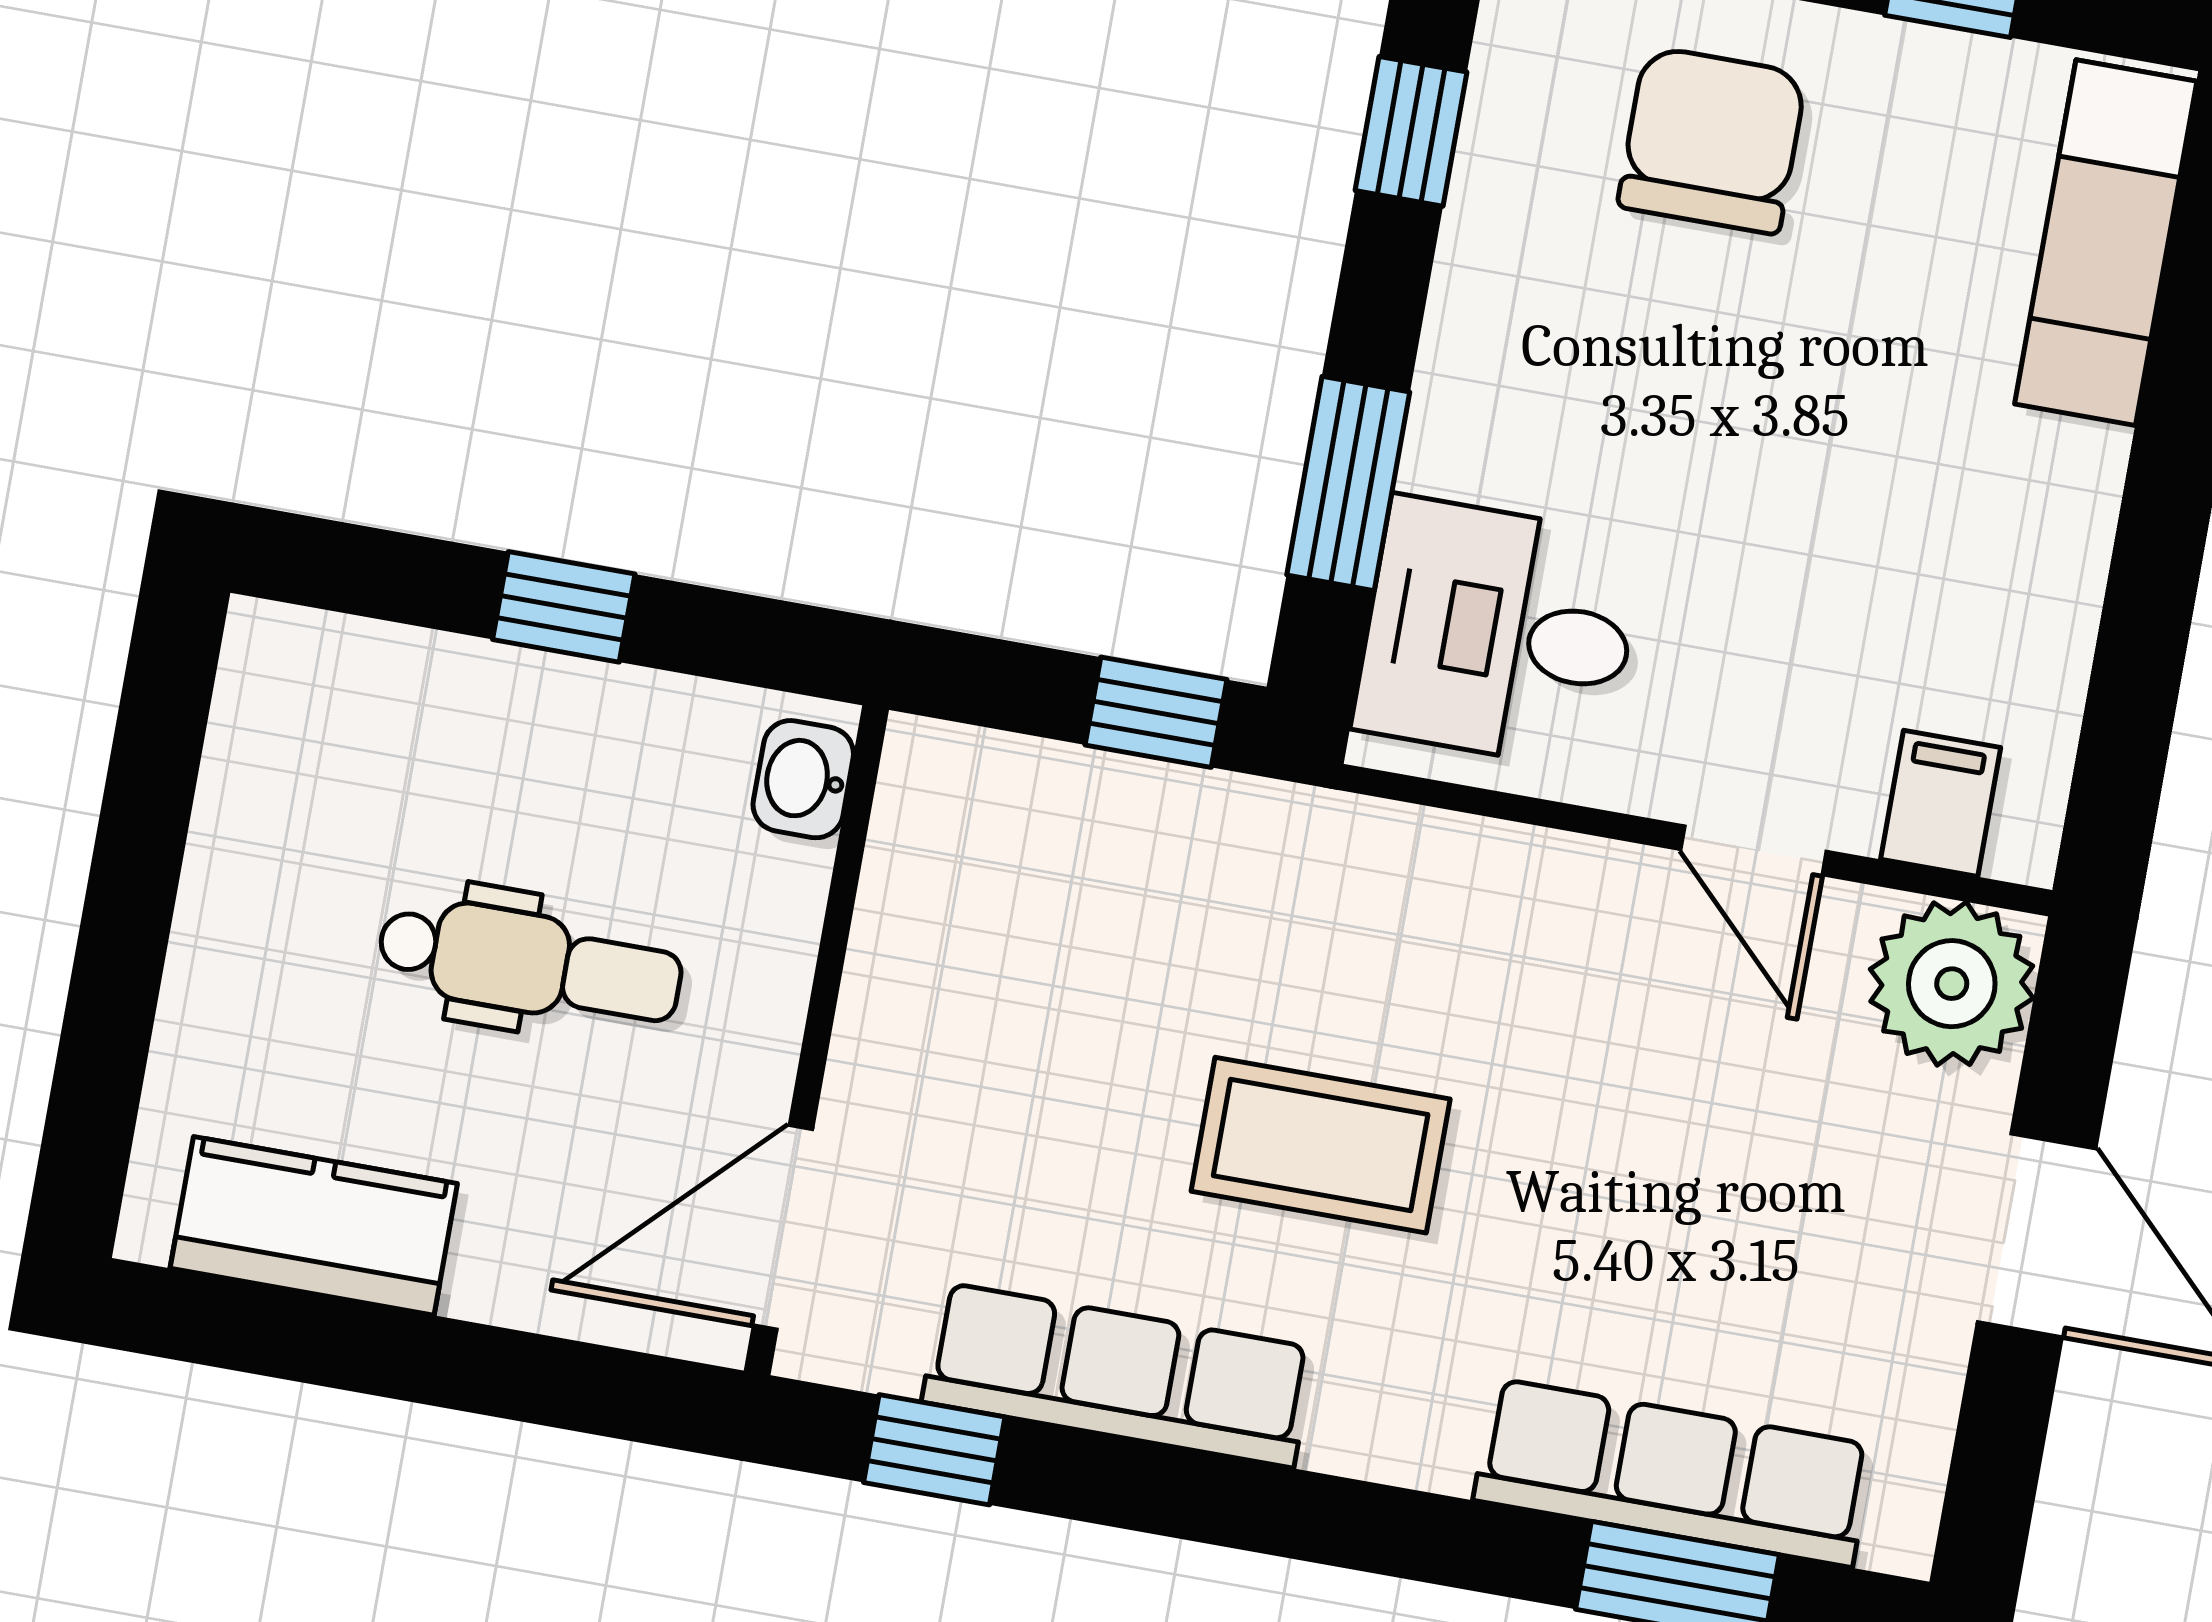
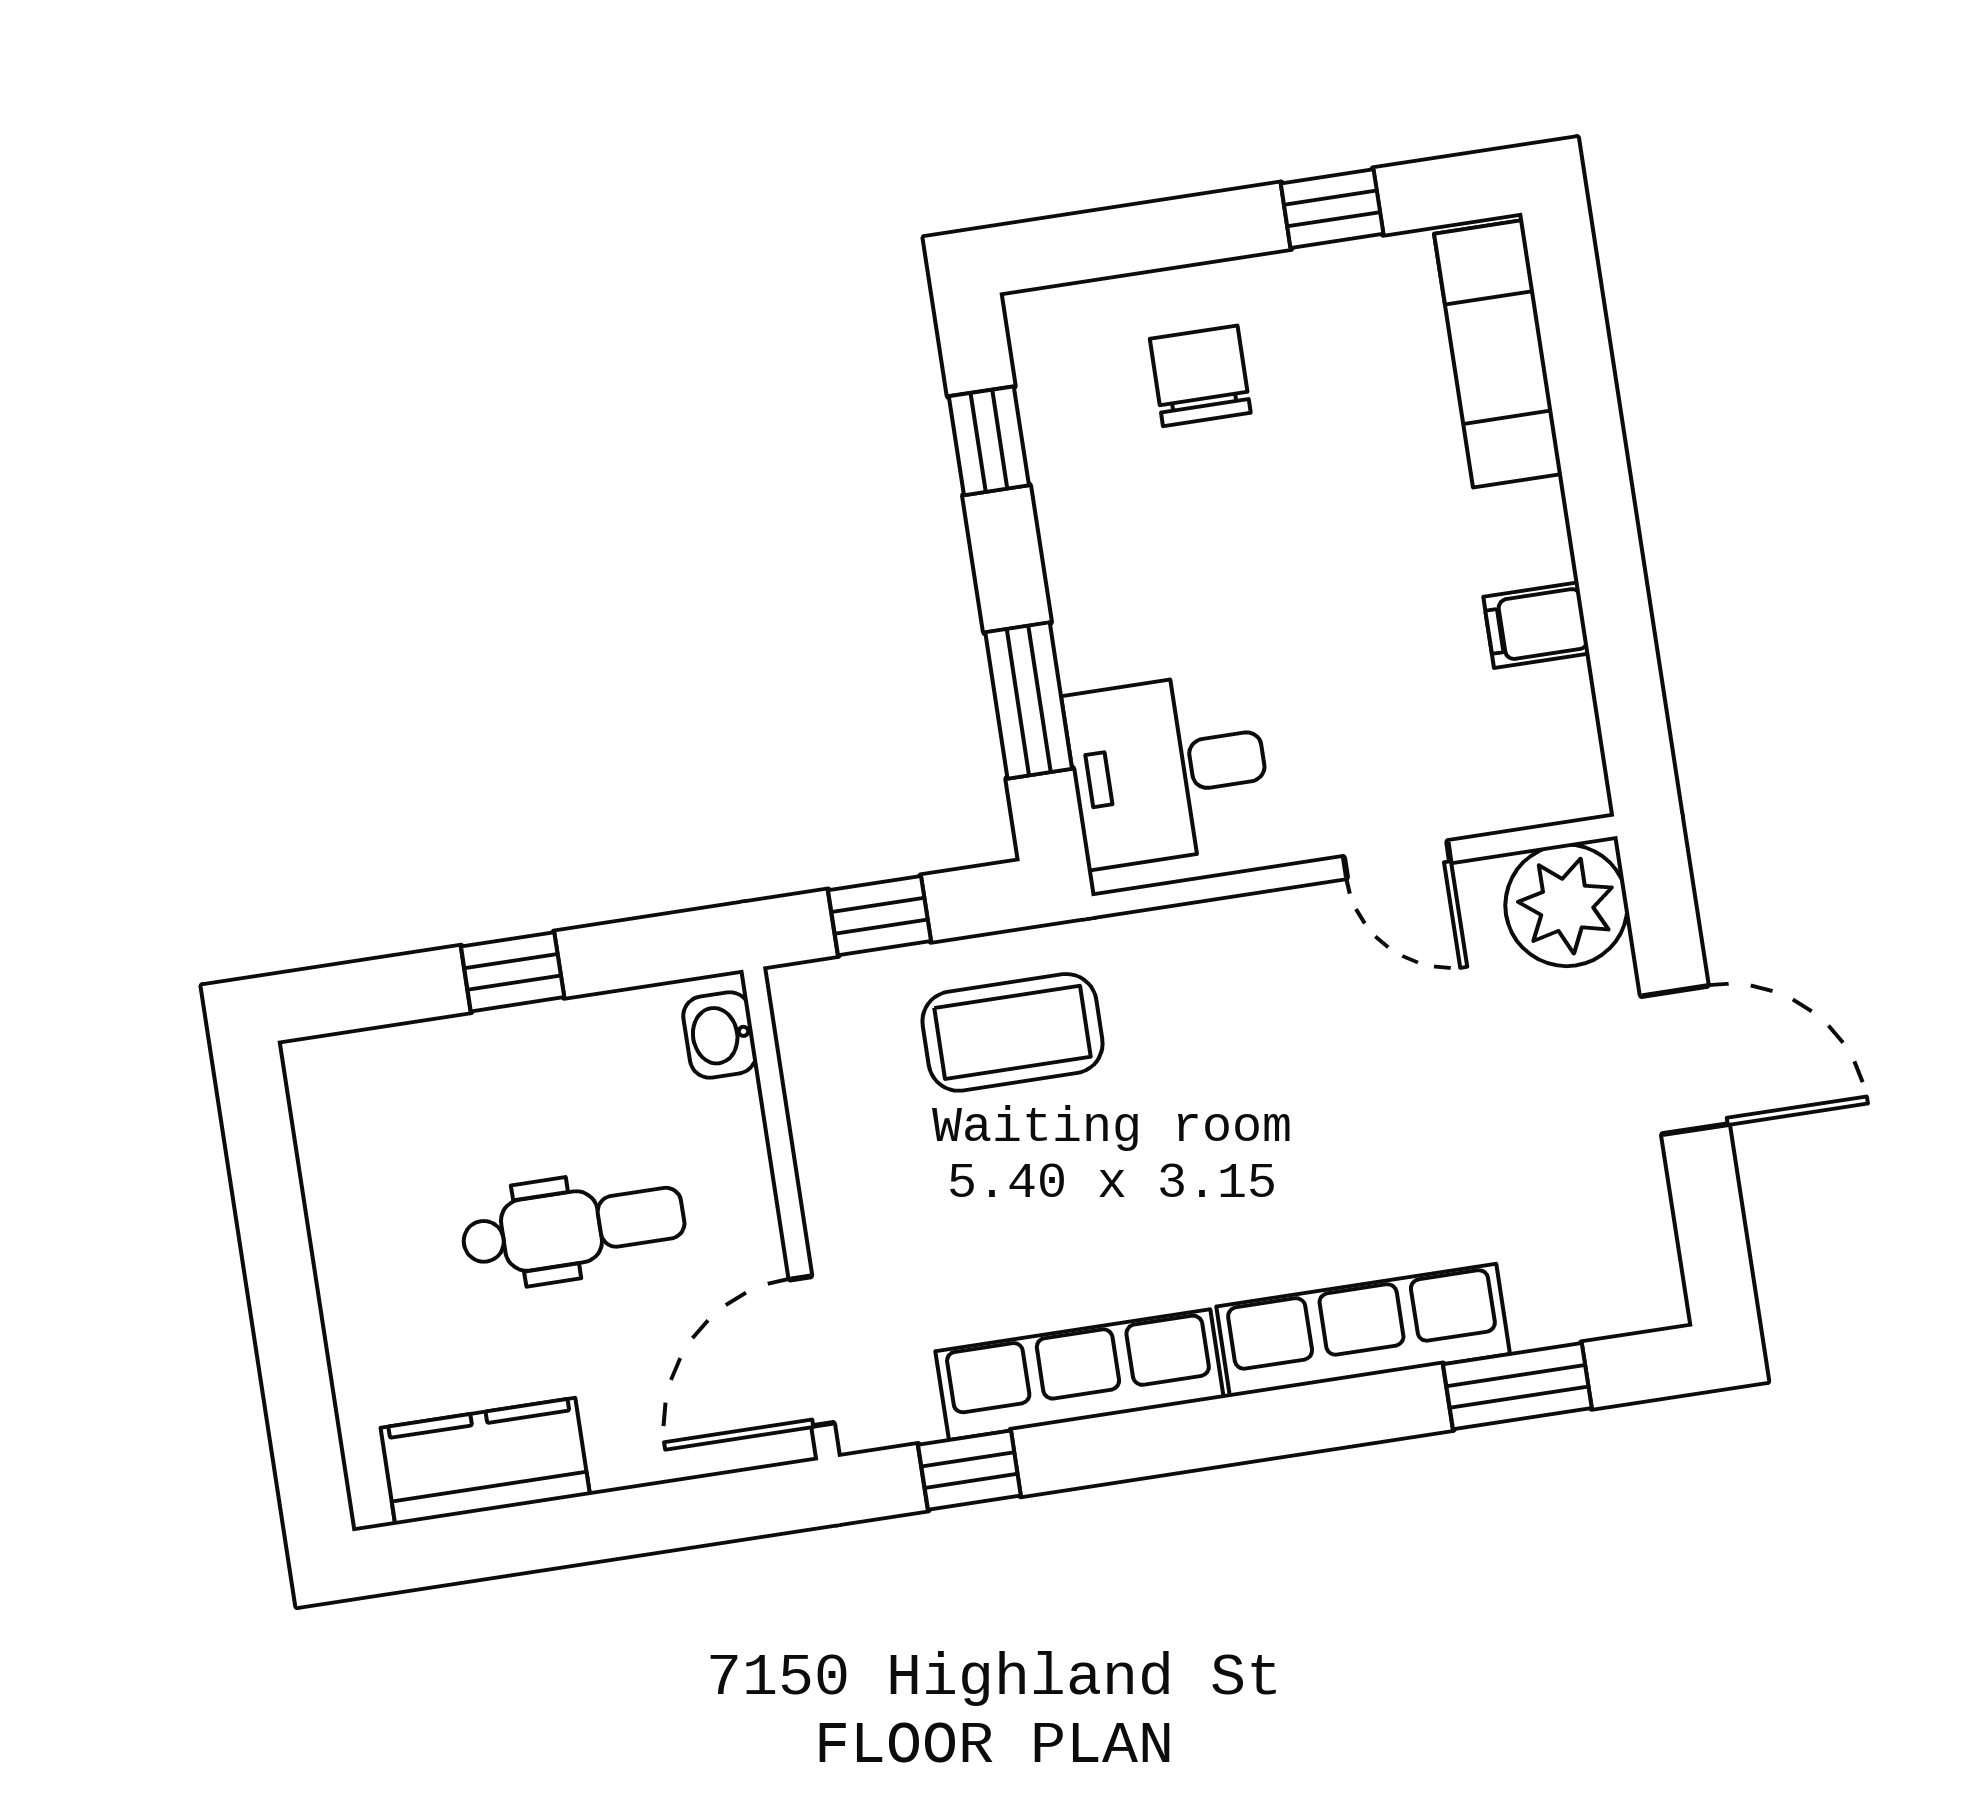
chair: (1712, 140) -> (1200, 376), width x0.73, depth x0.73
window: (1156, 712) -> (880, 916), moved
filing cabinet: (1941, 803) -> (1536, 625), moved, turned -90
coffee table: (1321, 1145) -> (1013, 1032), moved
row of seats: (1673, 1473) -> (1363, 1330), moved

